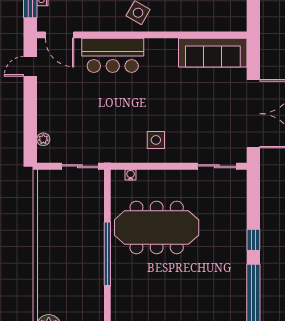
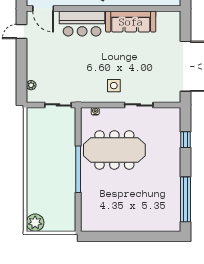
sofa: (213, 53) -> (131, 22), moved
sliding door: (217, 166) -> (139, 105), moved
window: (253, 240) -> (185, 140), moved

